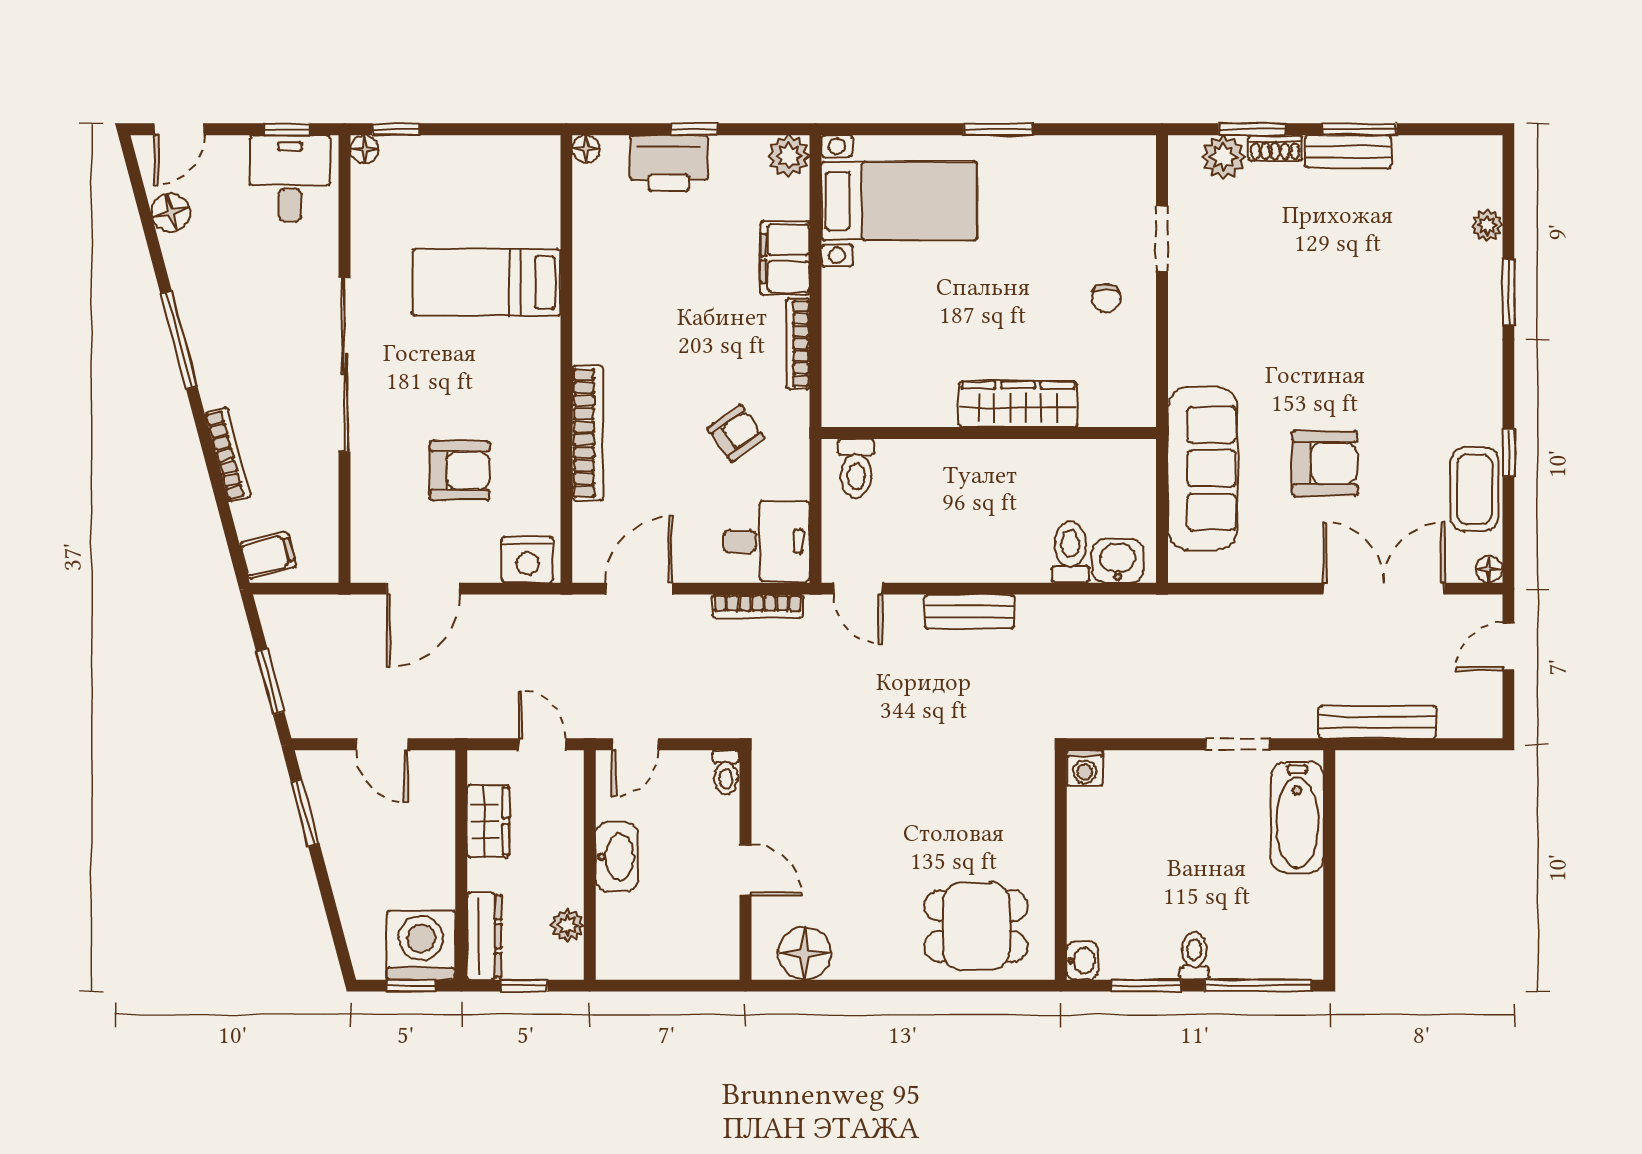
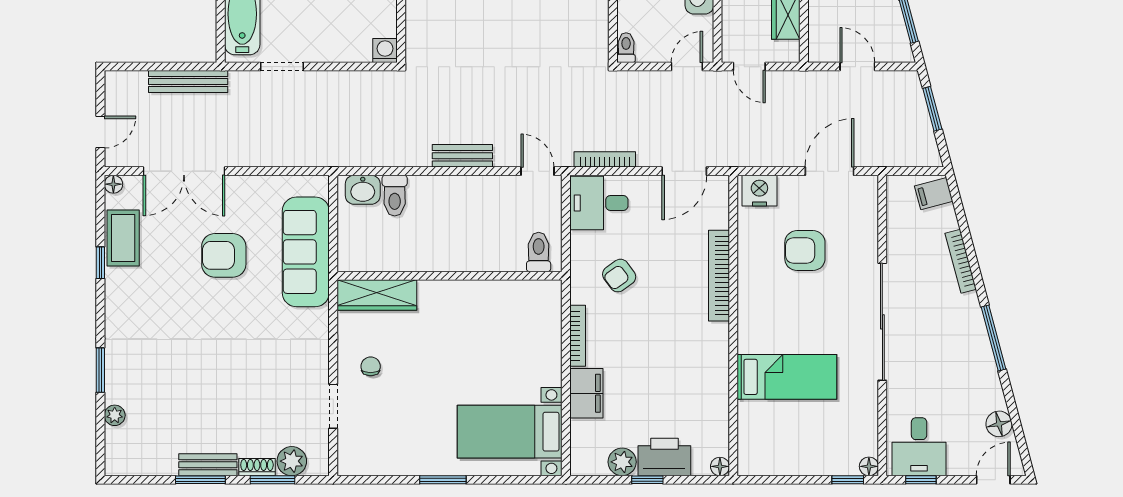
plant: (789, 156) -> (622, 462), moved
wardrobe: (1018, 404) -> (377, 295), moved

